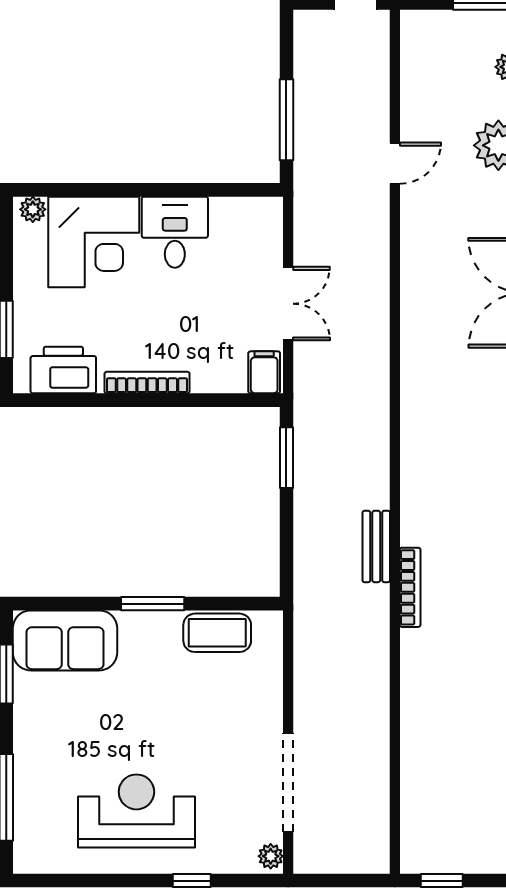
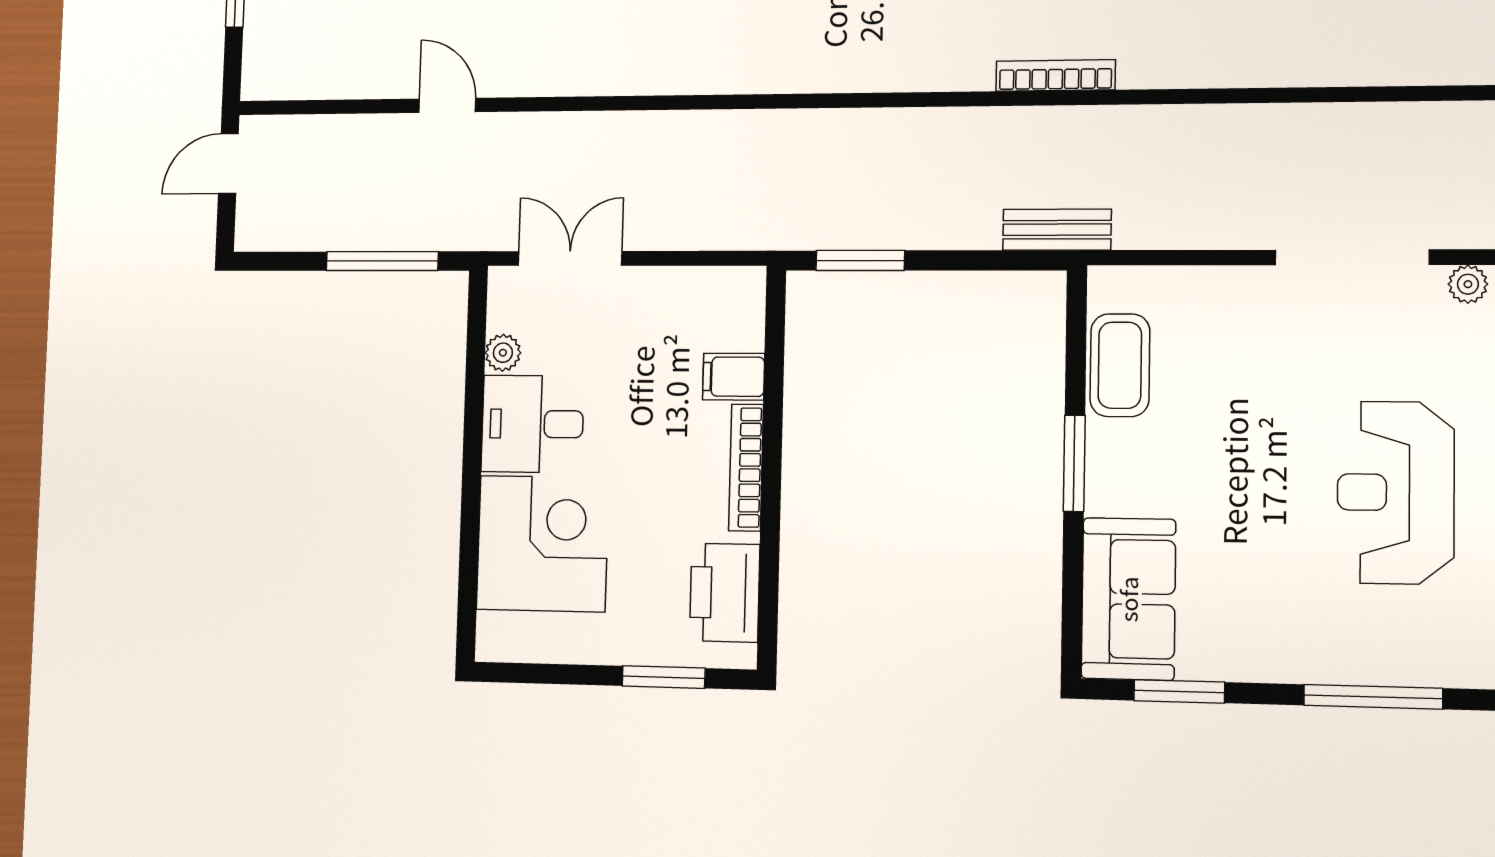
plant: (33, 209) -> (503, 353), moved
double door: (288, 304) -> (570, 258), moved
filing cabinet: (264, 372) -> (734, 377), moved
bench: (376, 546) -> (1057, 230), moved

